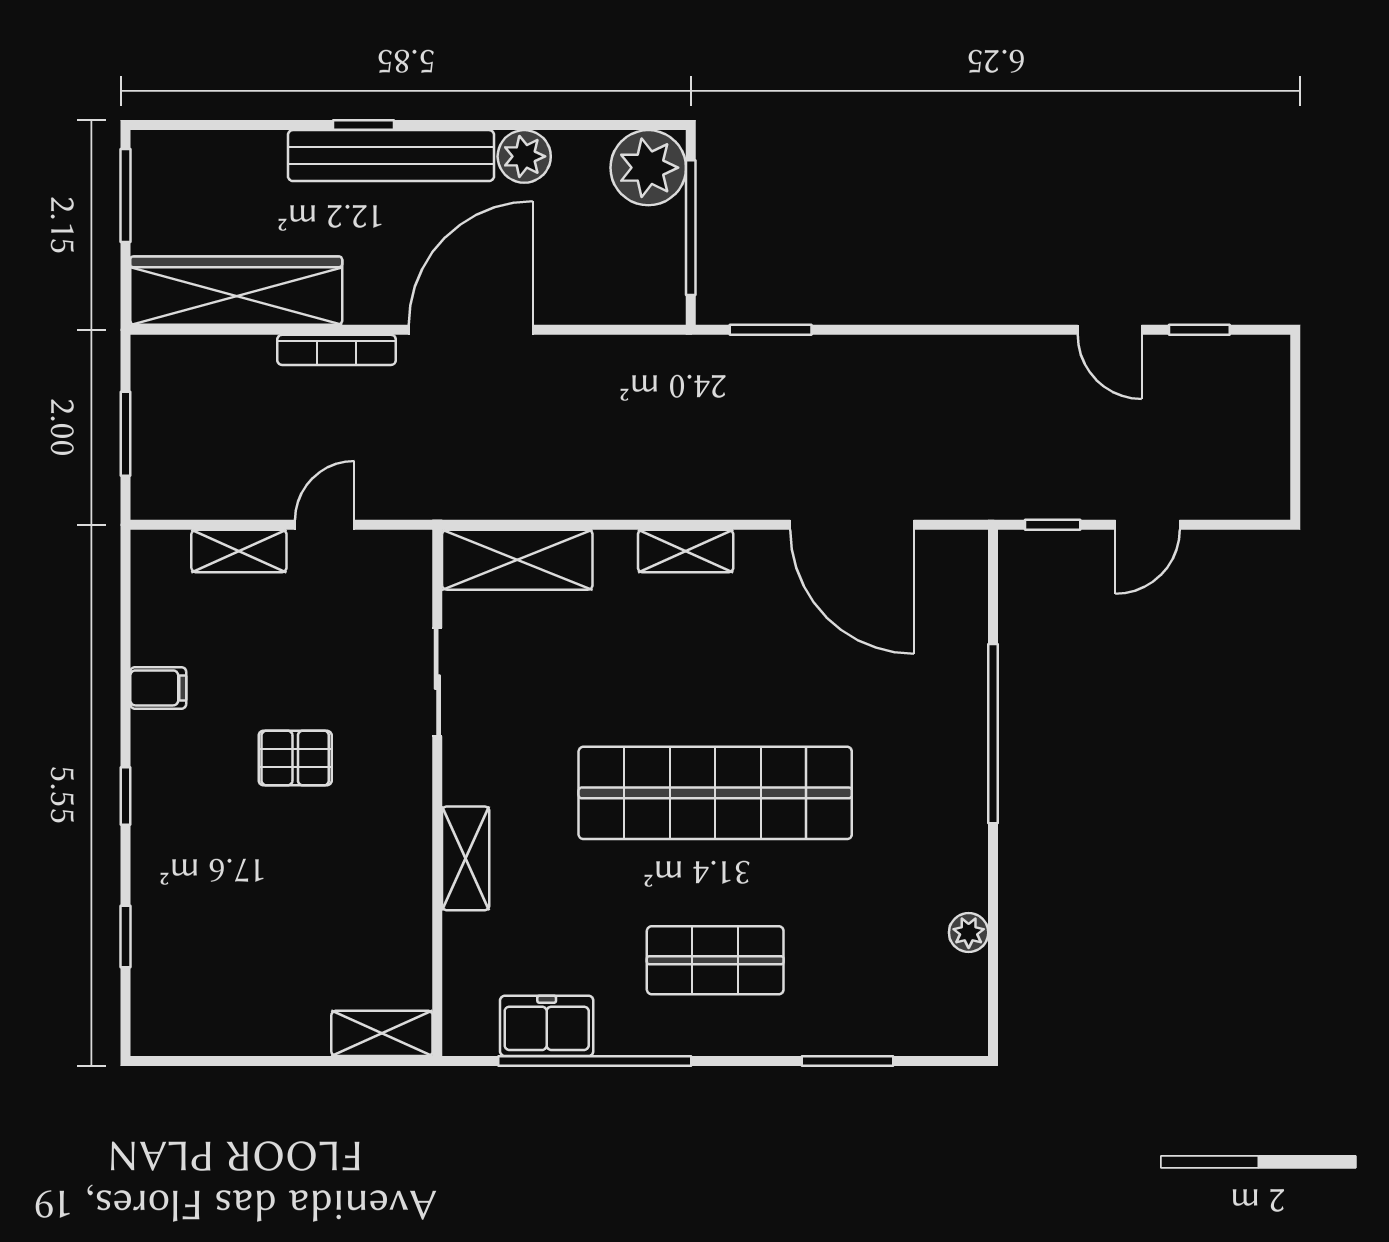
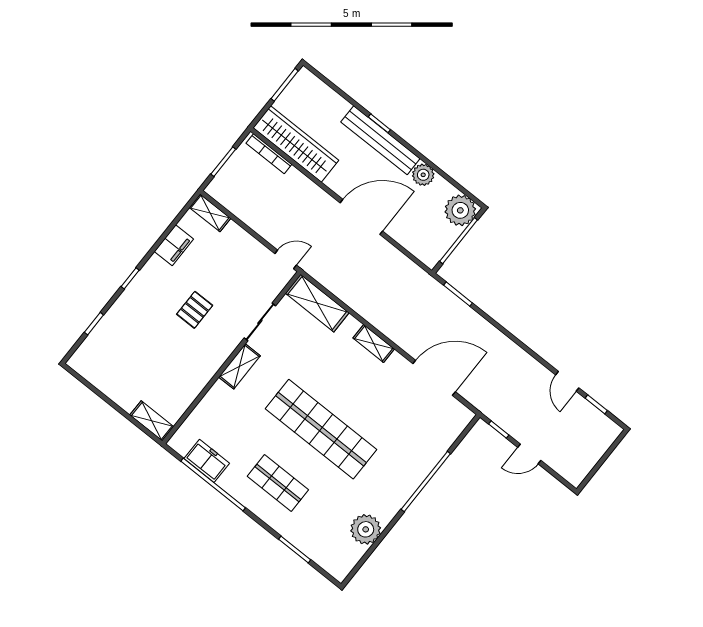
bookcase: (337, 350) -> (269, 154), moved
door: (325, 525) -> (286, 259), moved
door: (852, 525) -> (434, 378), swing flipped
shelving: (239, 551) -> (210, 213), moved
filing cabinet: (158, 688) -> (174, 245), width x2.00
pallet: (295, 758) -> (195, 310), turned 90
shelving: (466, 858) -> (239, 366), moved
plant: (969, 933) -> (366, 529), width x1.88, depth x1.88

